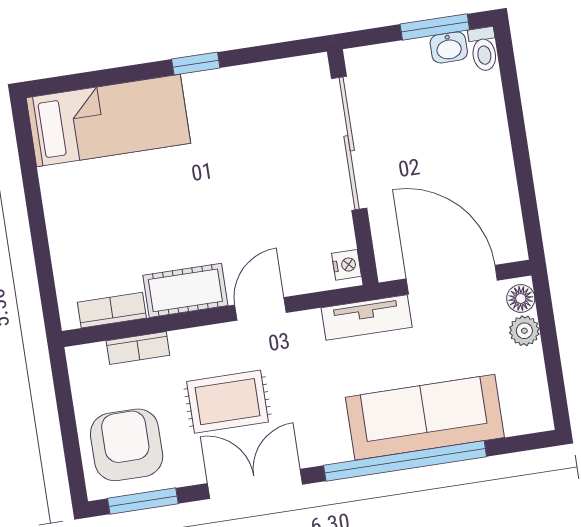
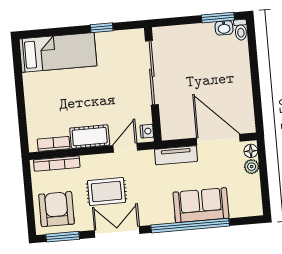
sliding door: (349, 143) -> (152, 73), moved
wall: (353, 167) -> (153, 84), moved
nightstand: (347, 265) -> (147, 131), moved
bookcase: (138, 348) -> (57, 164), width x1.56
sofa: (425, 417) -> (201, 205), width x0.73

